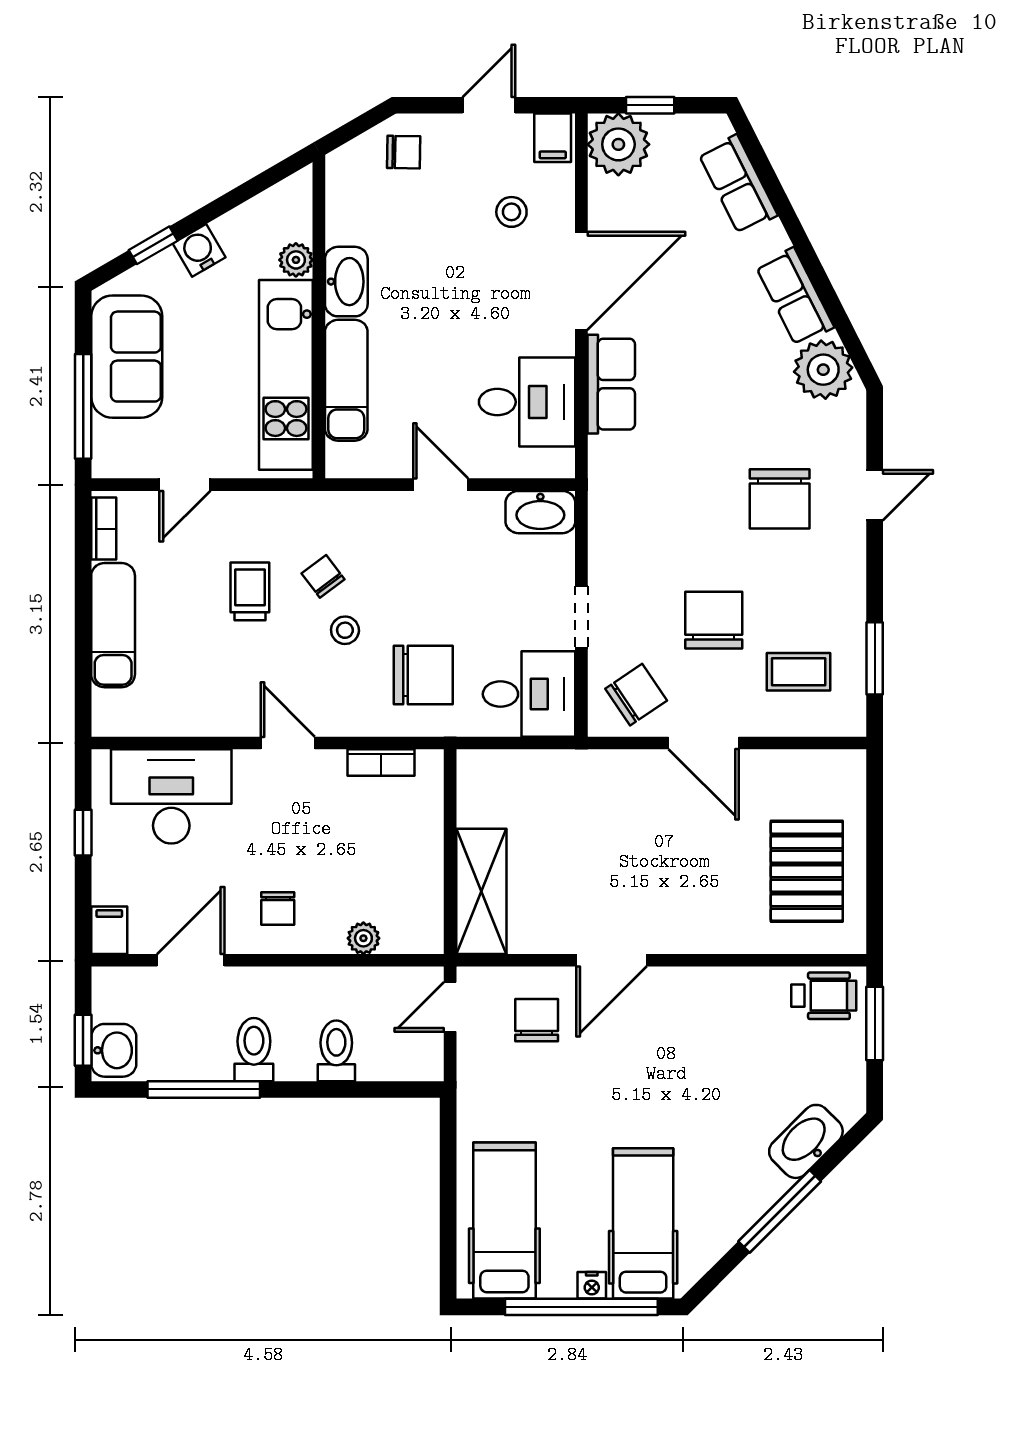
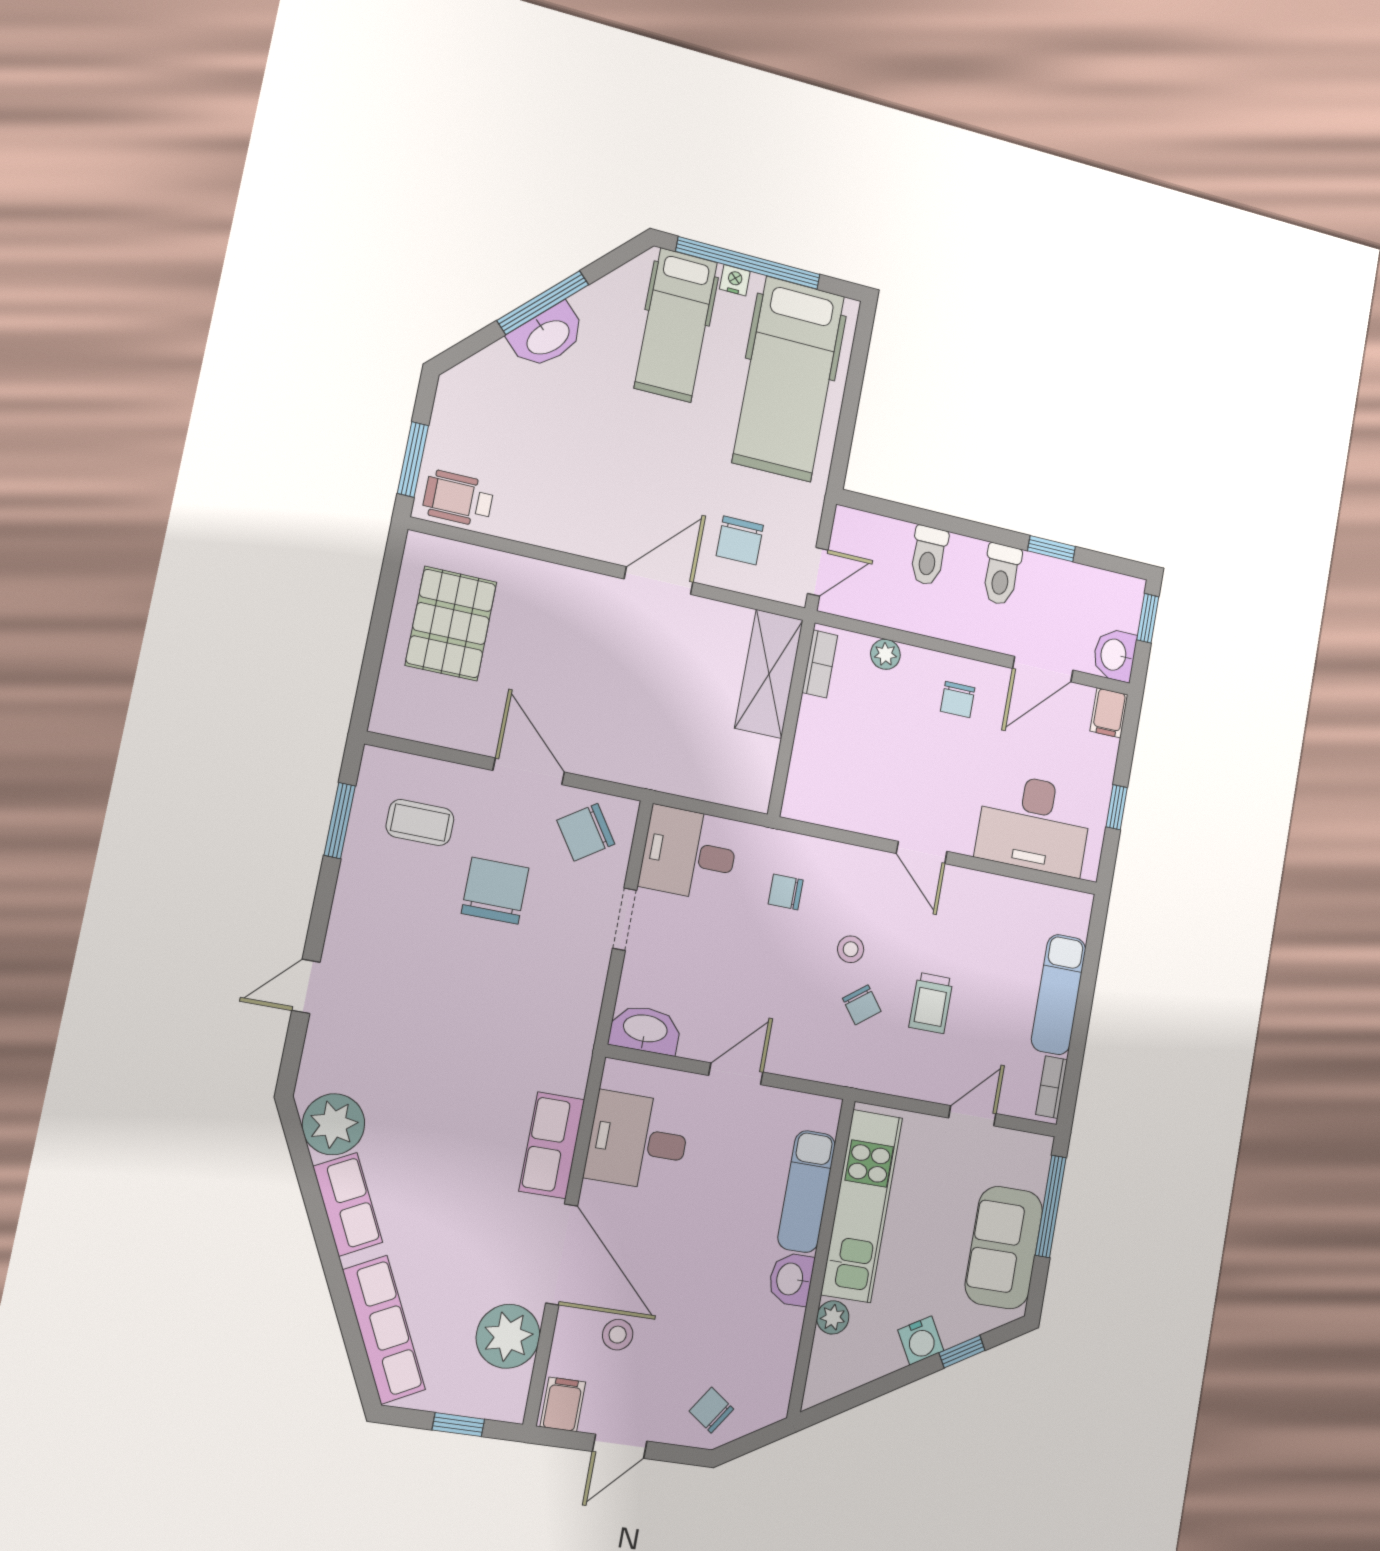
plant: (618, 144) -> (508, 1336), moved
chair: (404, 152) -> (711, 1410), turned 34
row of seats: (738, 184) -> (384, 1330), width x1.48
door: (581, 281) -> (562, 1254), swing flipped
washbasin: (346, 282) -> (791, 1279), width x0.72
door: (441, 485) -> (736, 1074), swing flipped
chair: (780, 499) -> (405, 1000), removed
chair: (714, 620) -> (495, 891), turned 180
chair: (423, 675) -> (786, 892), width x0.54, depth x0.54
bookcase: (381, 762) -> (820, 664), moved, turned 90
chair: (278, 908) -> (958, 699), turned 180
washbasin: (114, 1050) -> (1115, 655), moved
window: (204, 1089) -> (1051, 549), width x0.46
washbasin: (806, 1141) -> (547, 336), moved
hospital bed: (504, 1221) -> (788, 379), width x1.37, depth x1.29

